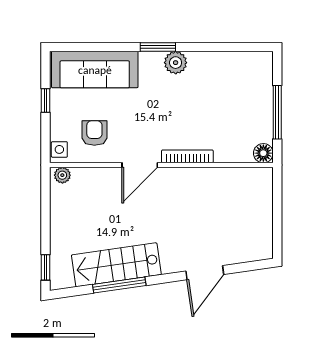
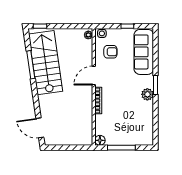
door: (140, 165) -> (94, 76), hinge flipped
stairs: (116, 265) -> (46, 63), width x1.36, depth x1.51
door: (205, 273) -> (40, 128), moved

